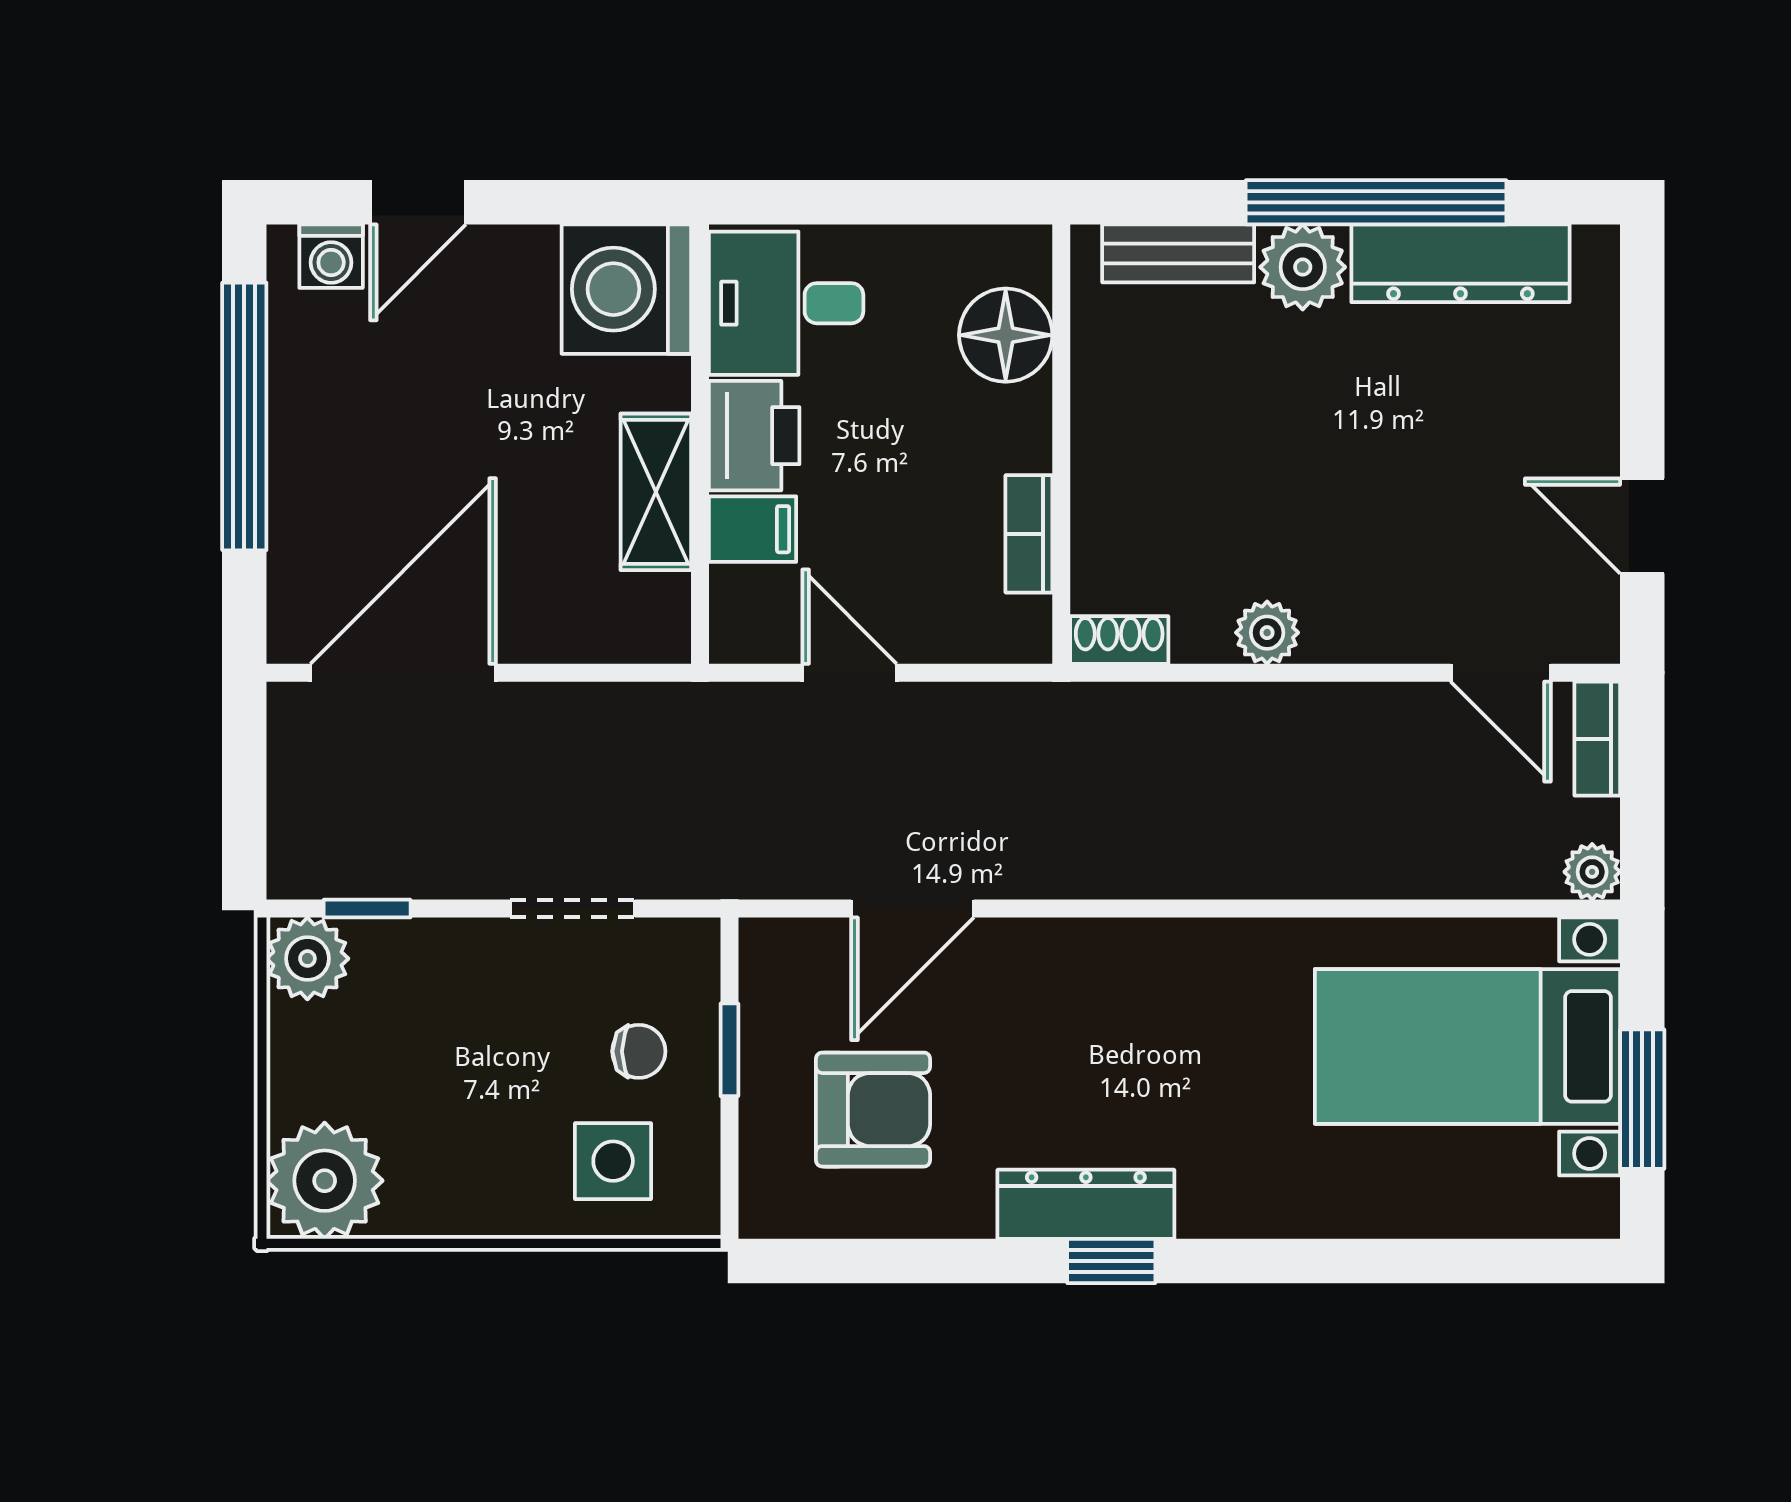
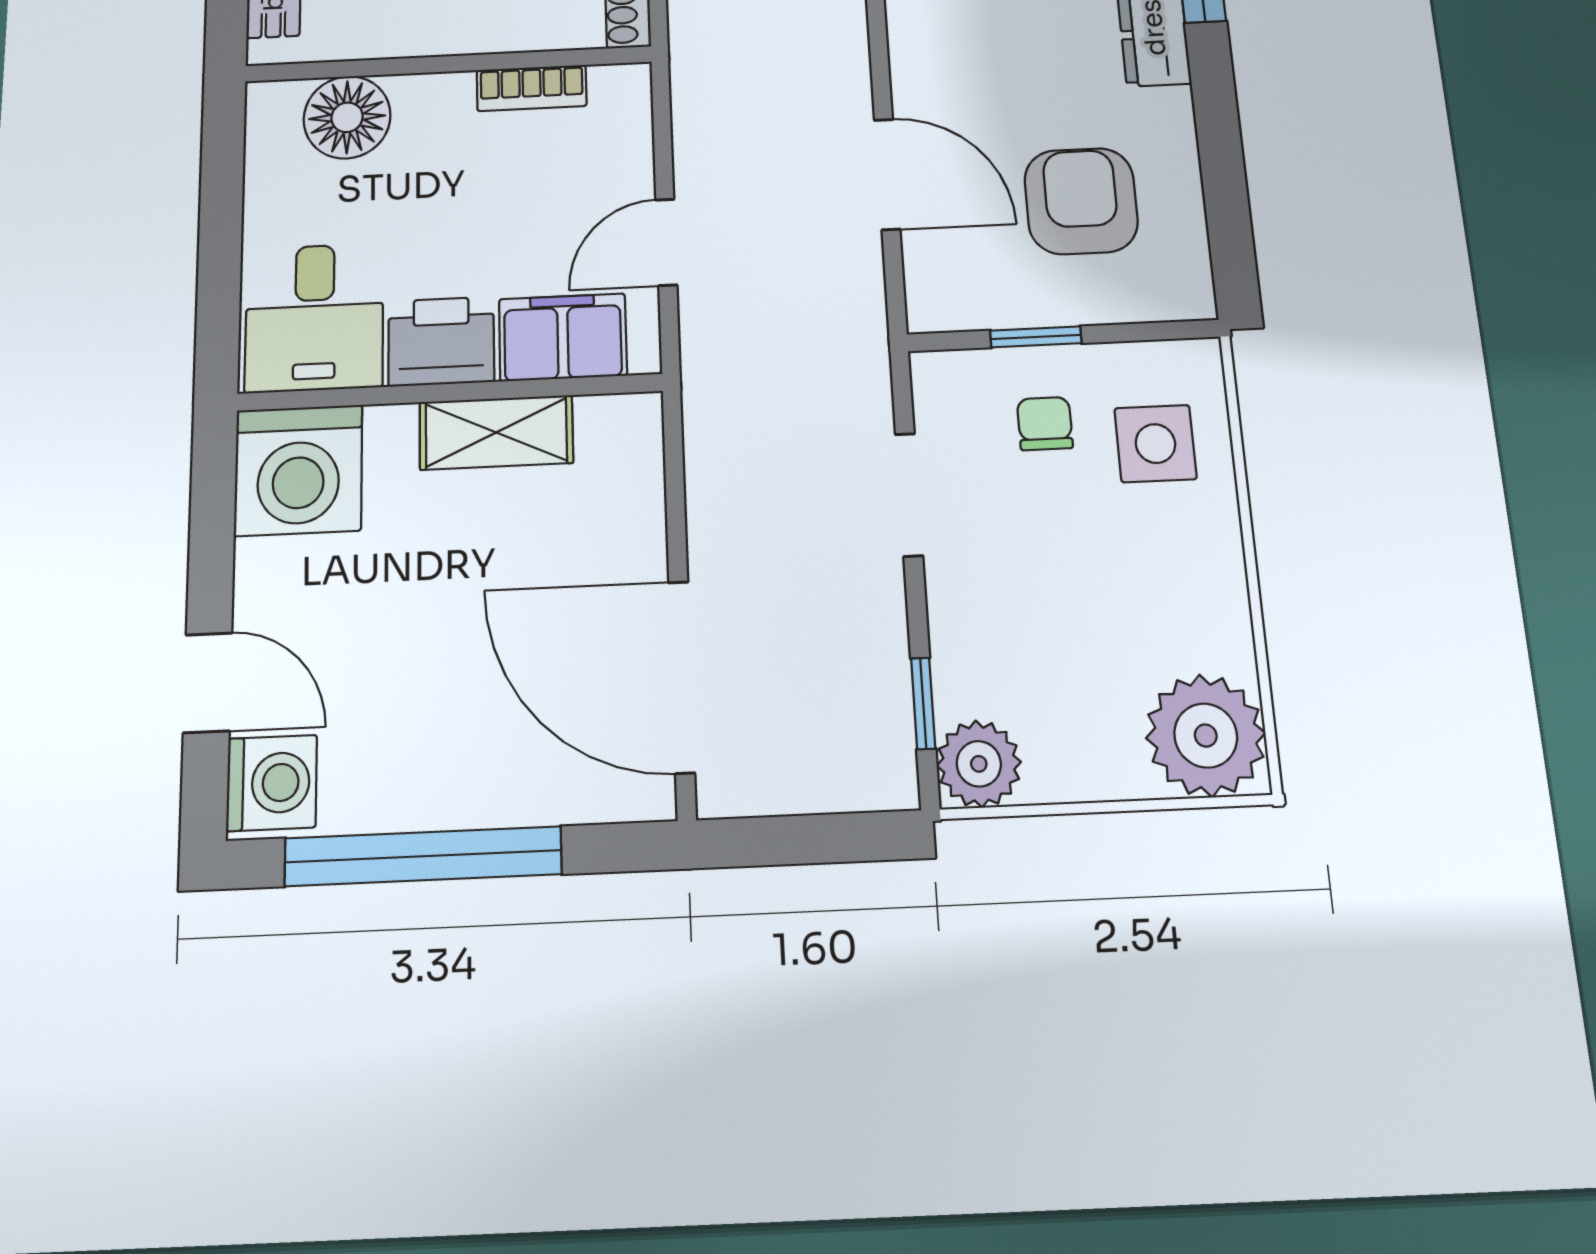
washing machine: (331, 256) -> (272, 783), width x1.38, depth x1.38
filing cabinet: (752, 529) -> (563, 337), width x2.00

